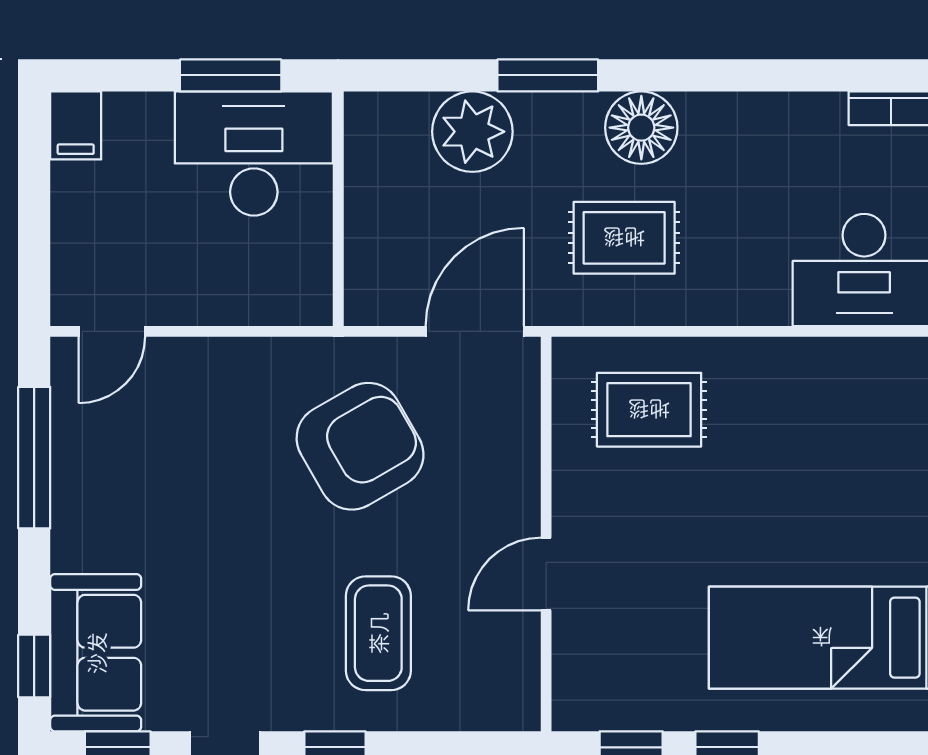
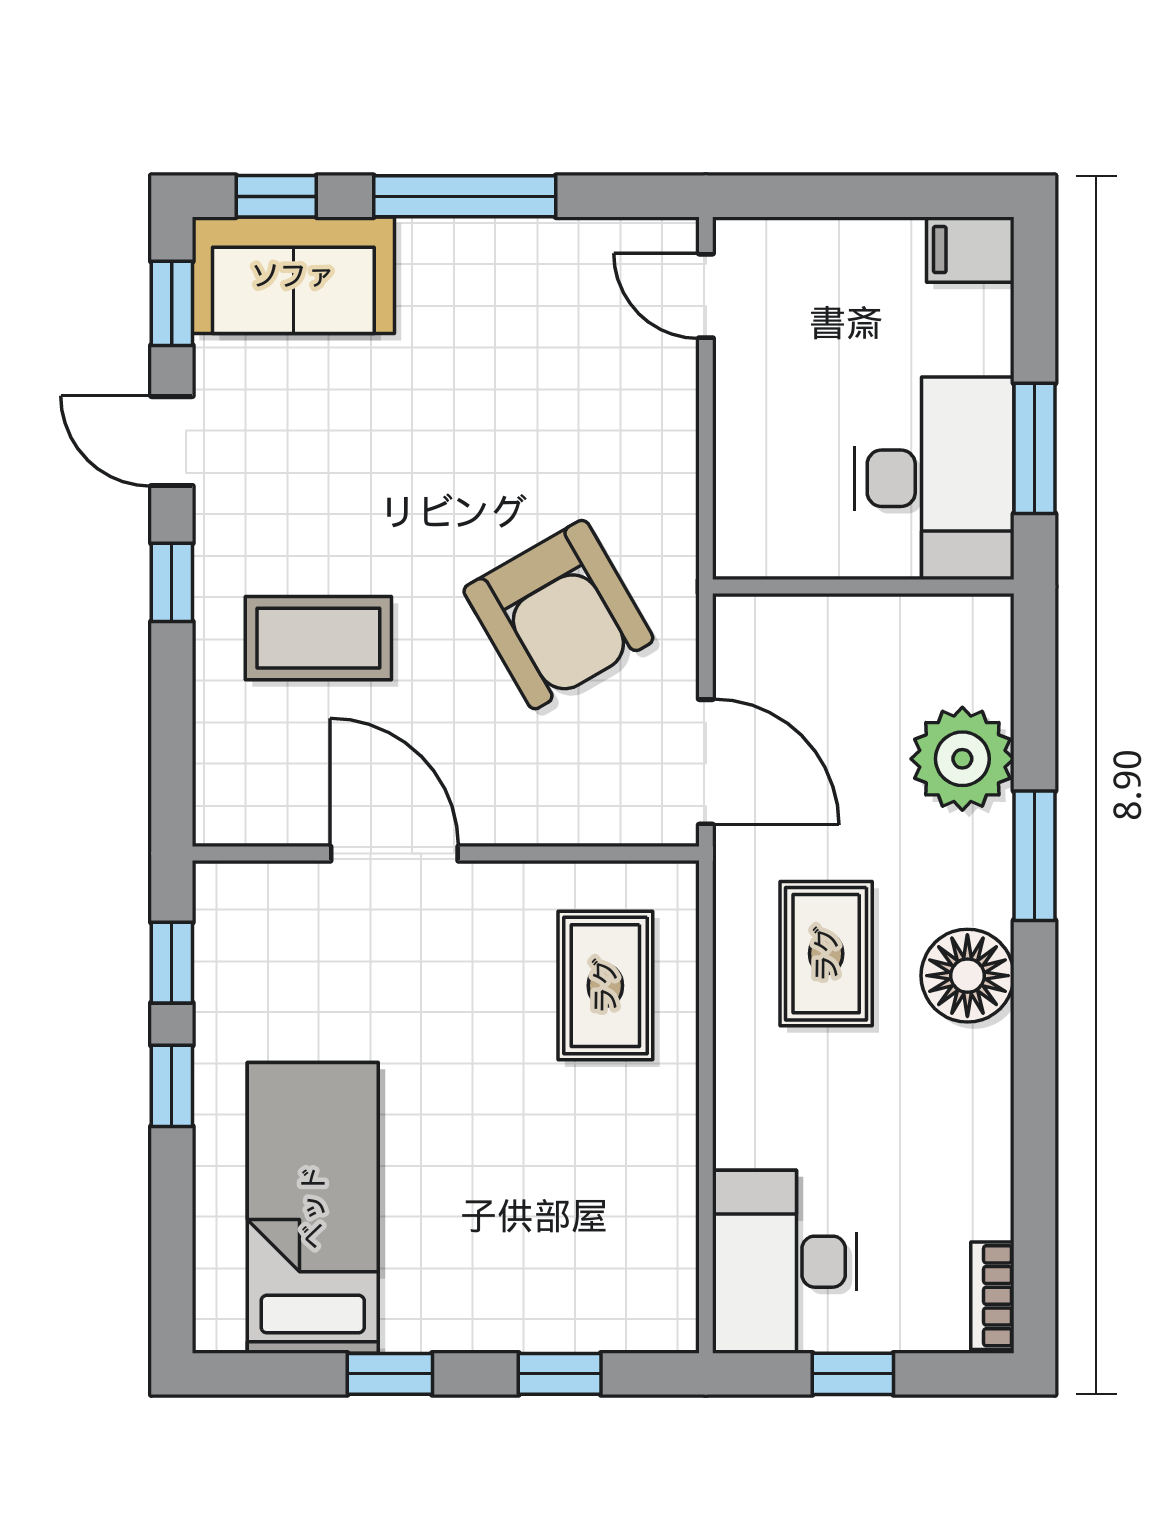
window: (34, 458) -> (465, 196), moved
door: (546, 574) -> (394, 854), width x1.38

